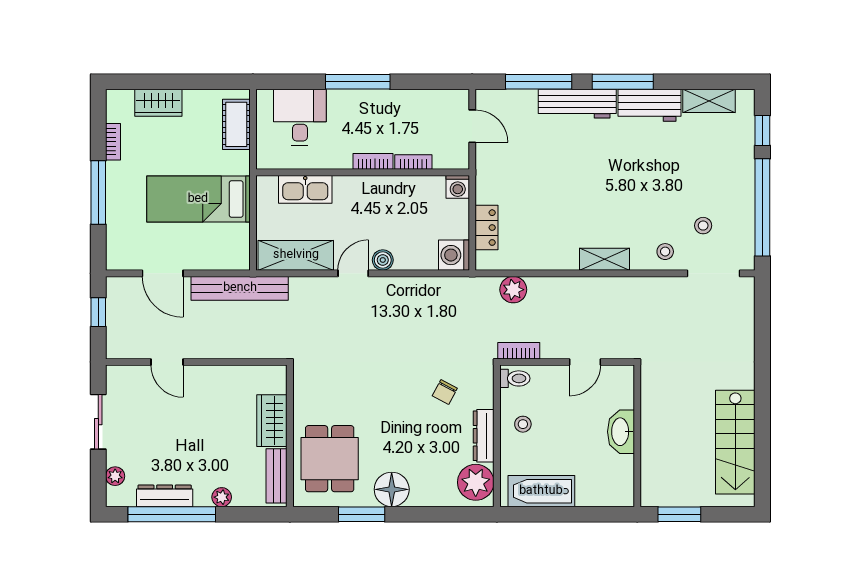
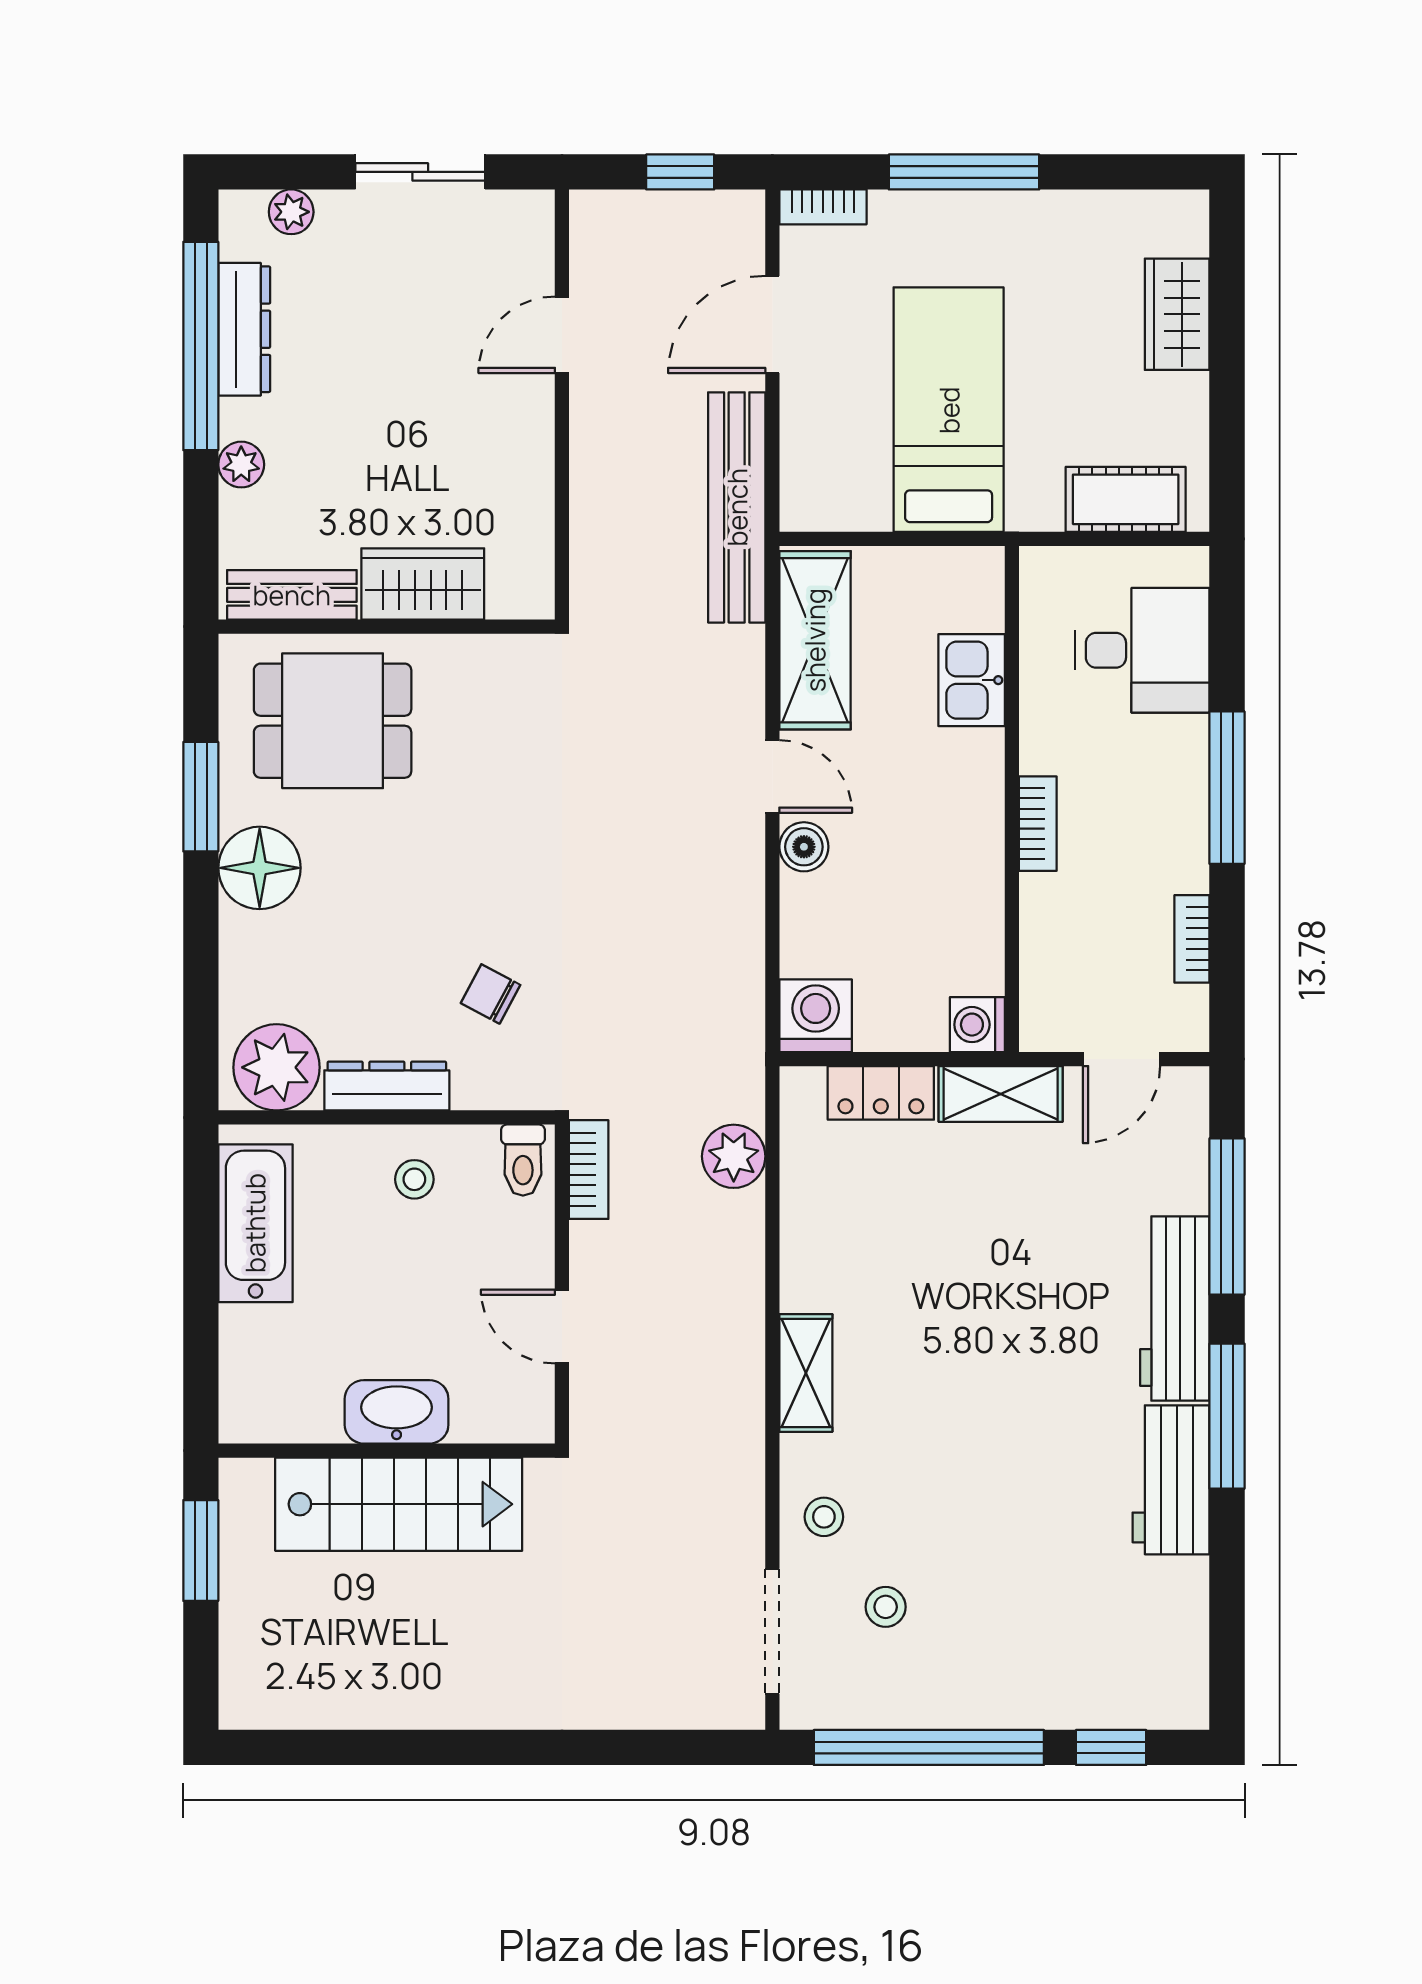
shelving: (709, 101) -> (1001, 1094), moved, turned 90
bookcase: (113, 142) -> (823, 207), moved
bookcase: (413, 162) -> (1192, 939), moved, turned 180
kitchen sink: (305, 189) -> (972, 680), width x0.73
stairs: (735, 442) -> (399, 1504), moved, turned 180

